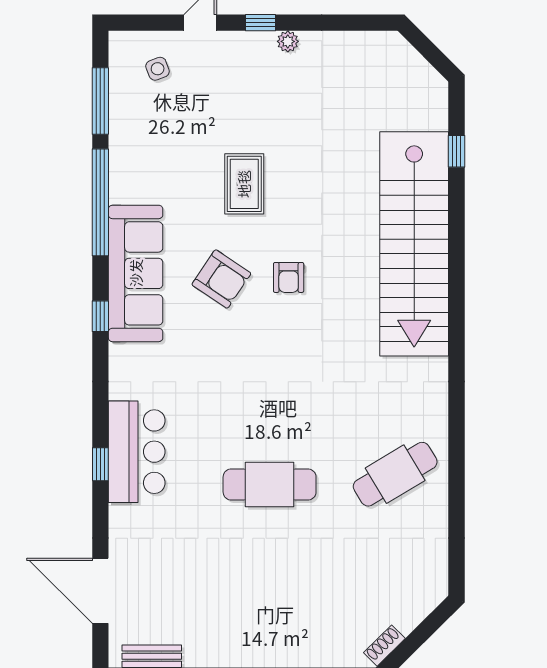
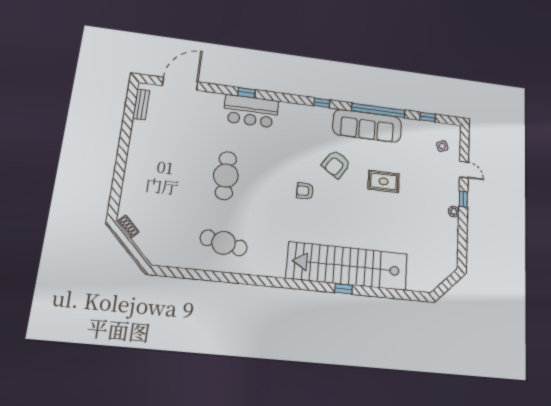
window: (100, 101) -> (428, 117), width x0.46
window: (457, 151) -> (344, 289), moved
sofa: (136, 273) -> (367, 126), moved
armchair: (289, 277) -> (305, 191), moved
cafe table: (395, 474) -> (224, 243), turned -47

